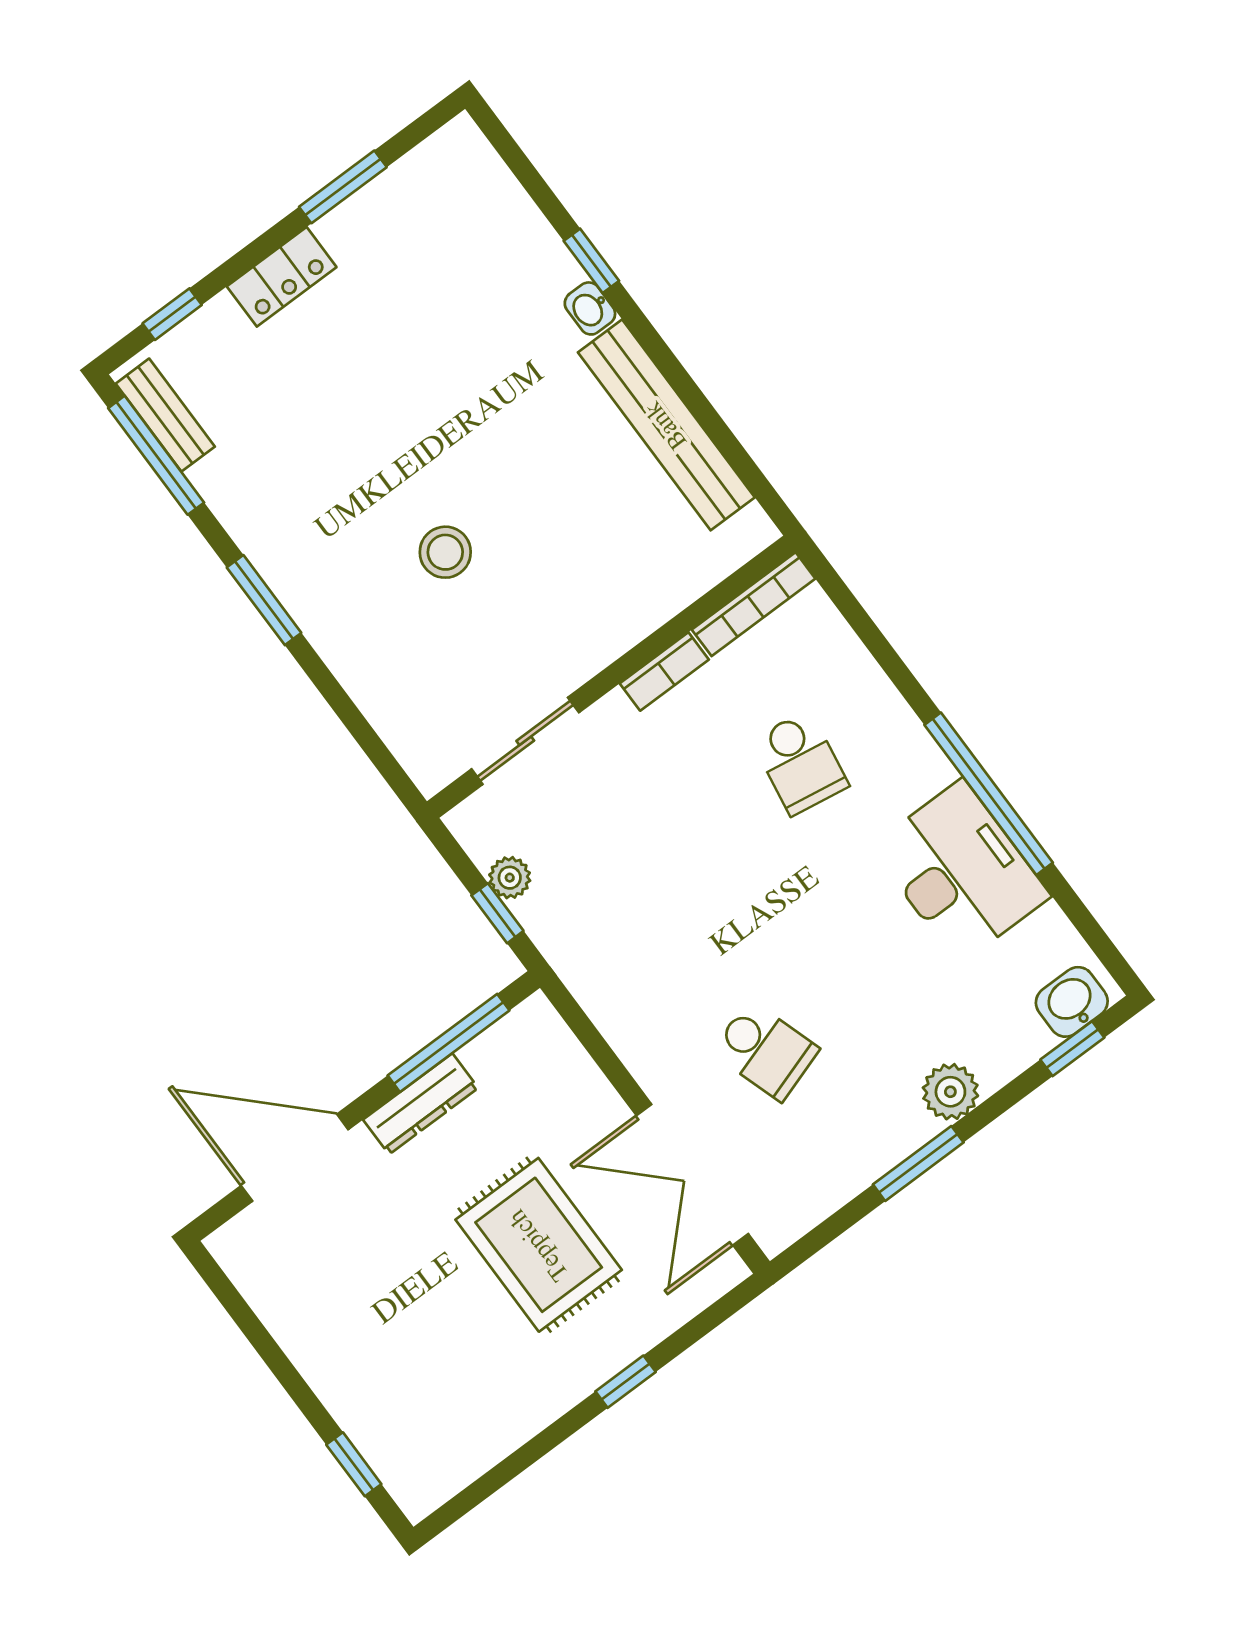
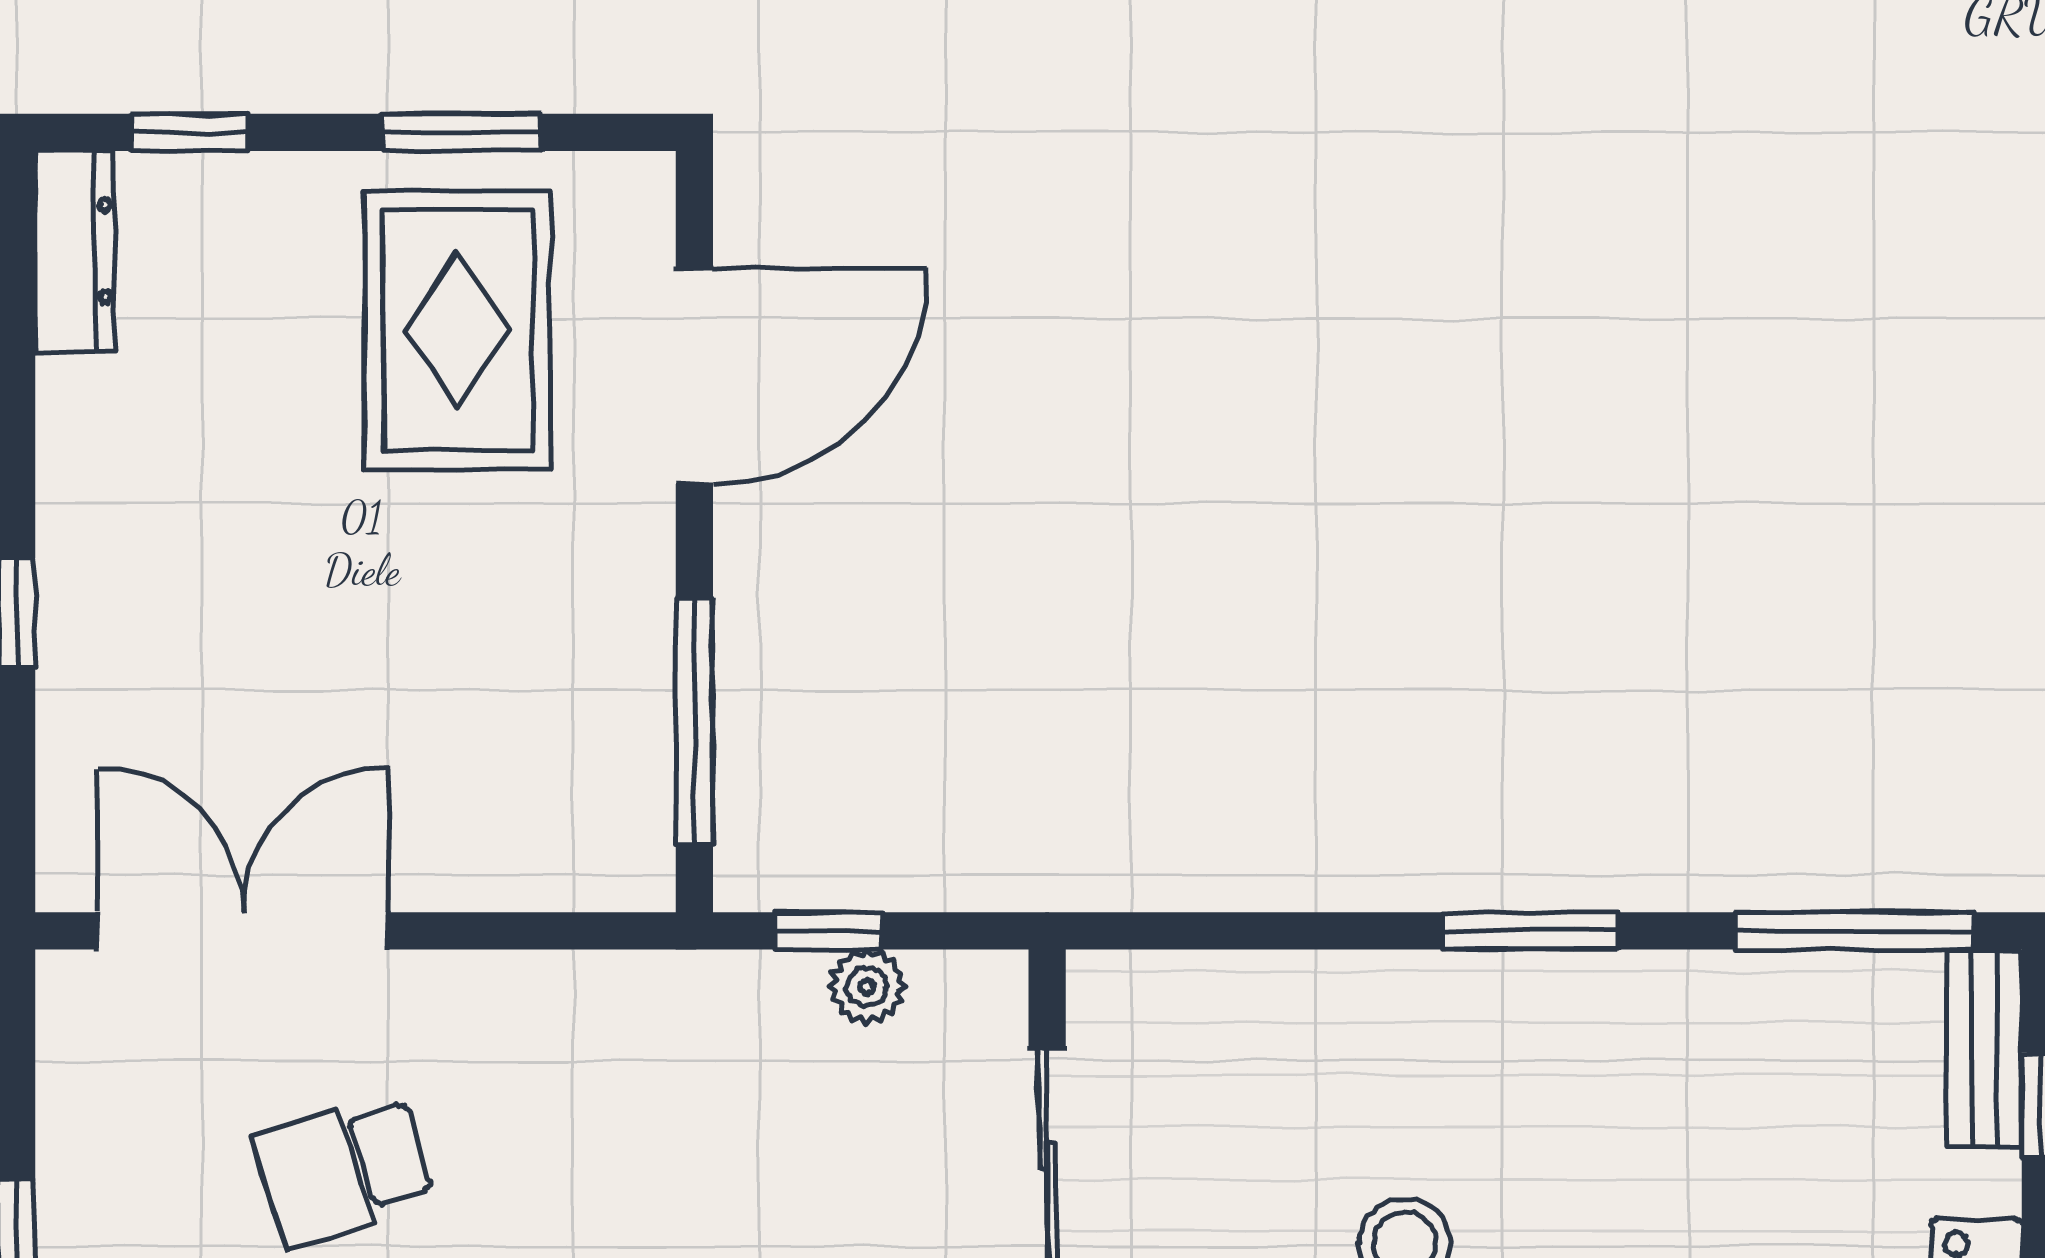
bench: (165, 415) -> (1984, 1048), moved, turned 90
dresser: (421, 1104) -> (74, 251), moved, turned 180
rug: (539, 1245) -> (458, 330), moved, turned 90
window: (263, 1343) -> (461, 132), added

